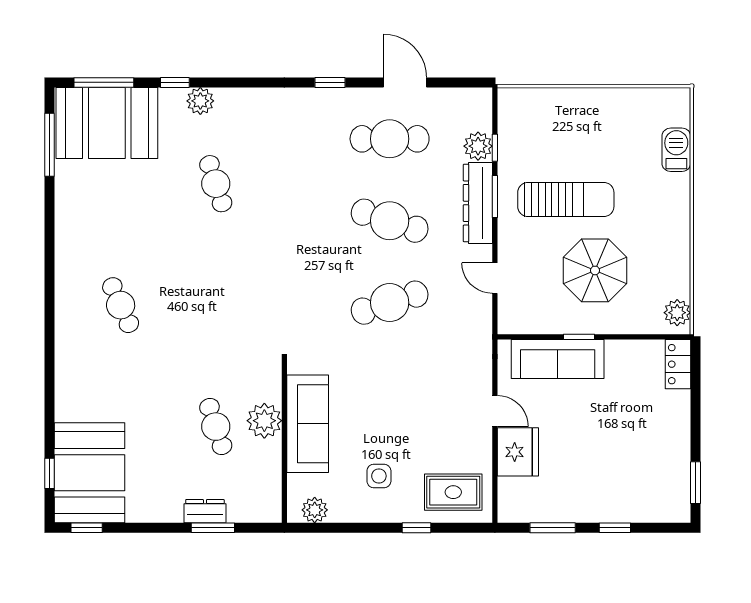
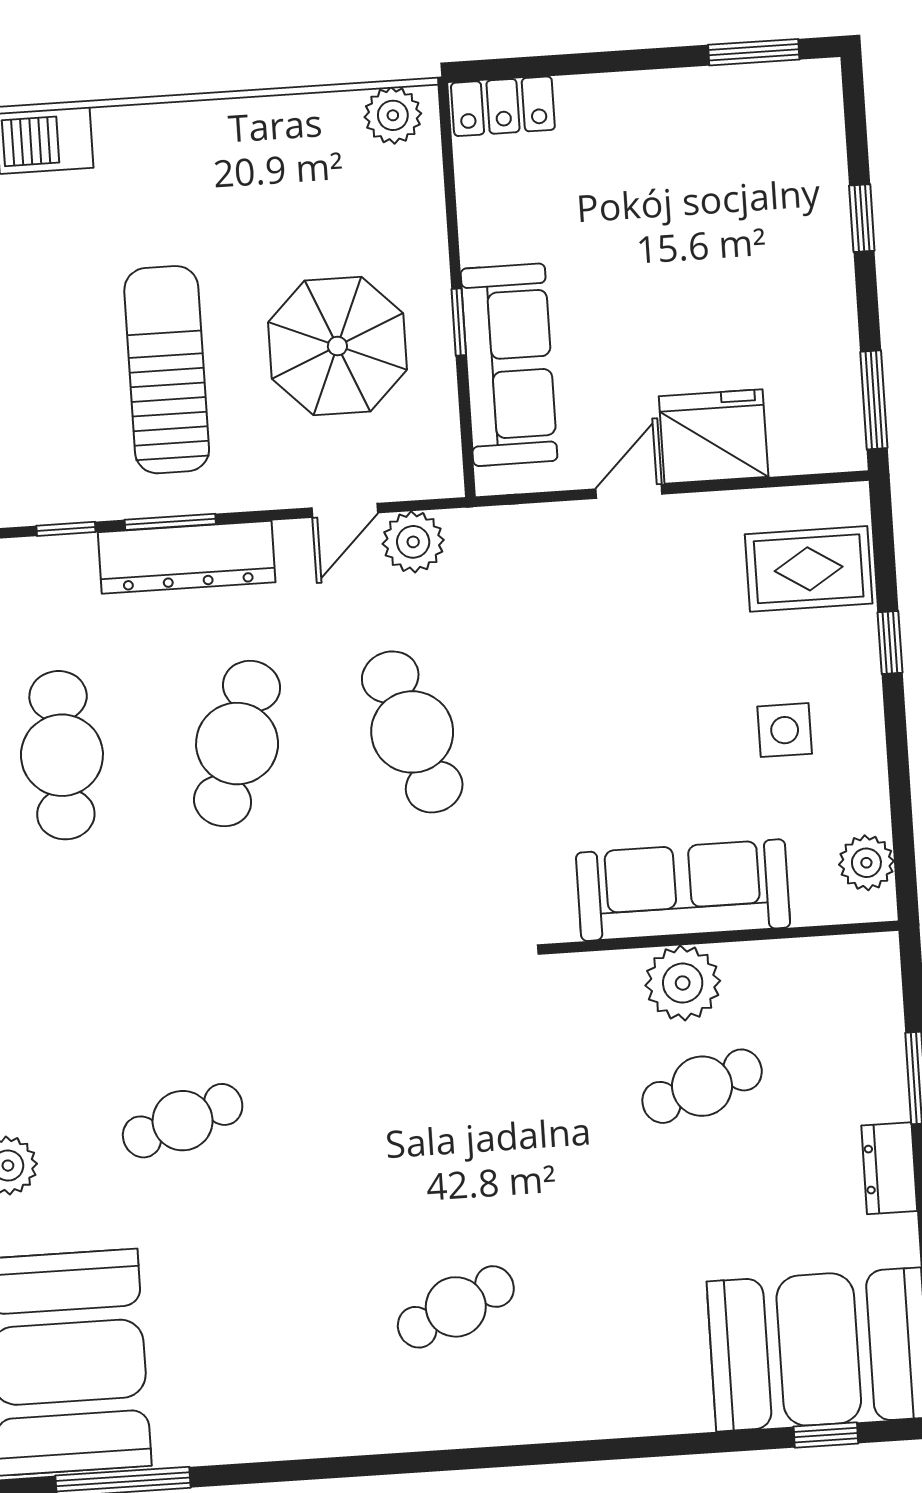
plant: (478, 146) -> (413, 542), moved
parasol: (595, 270) -> (337, 346), moved
rug: (453, 492) -> (809, 569), turned 90
dresser: (205, 511) -> (889, 1168), moved
window: (553, 528) -> (874, 400), moved

